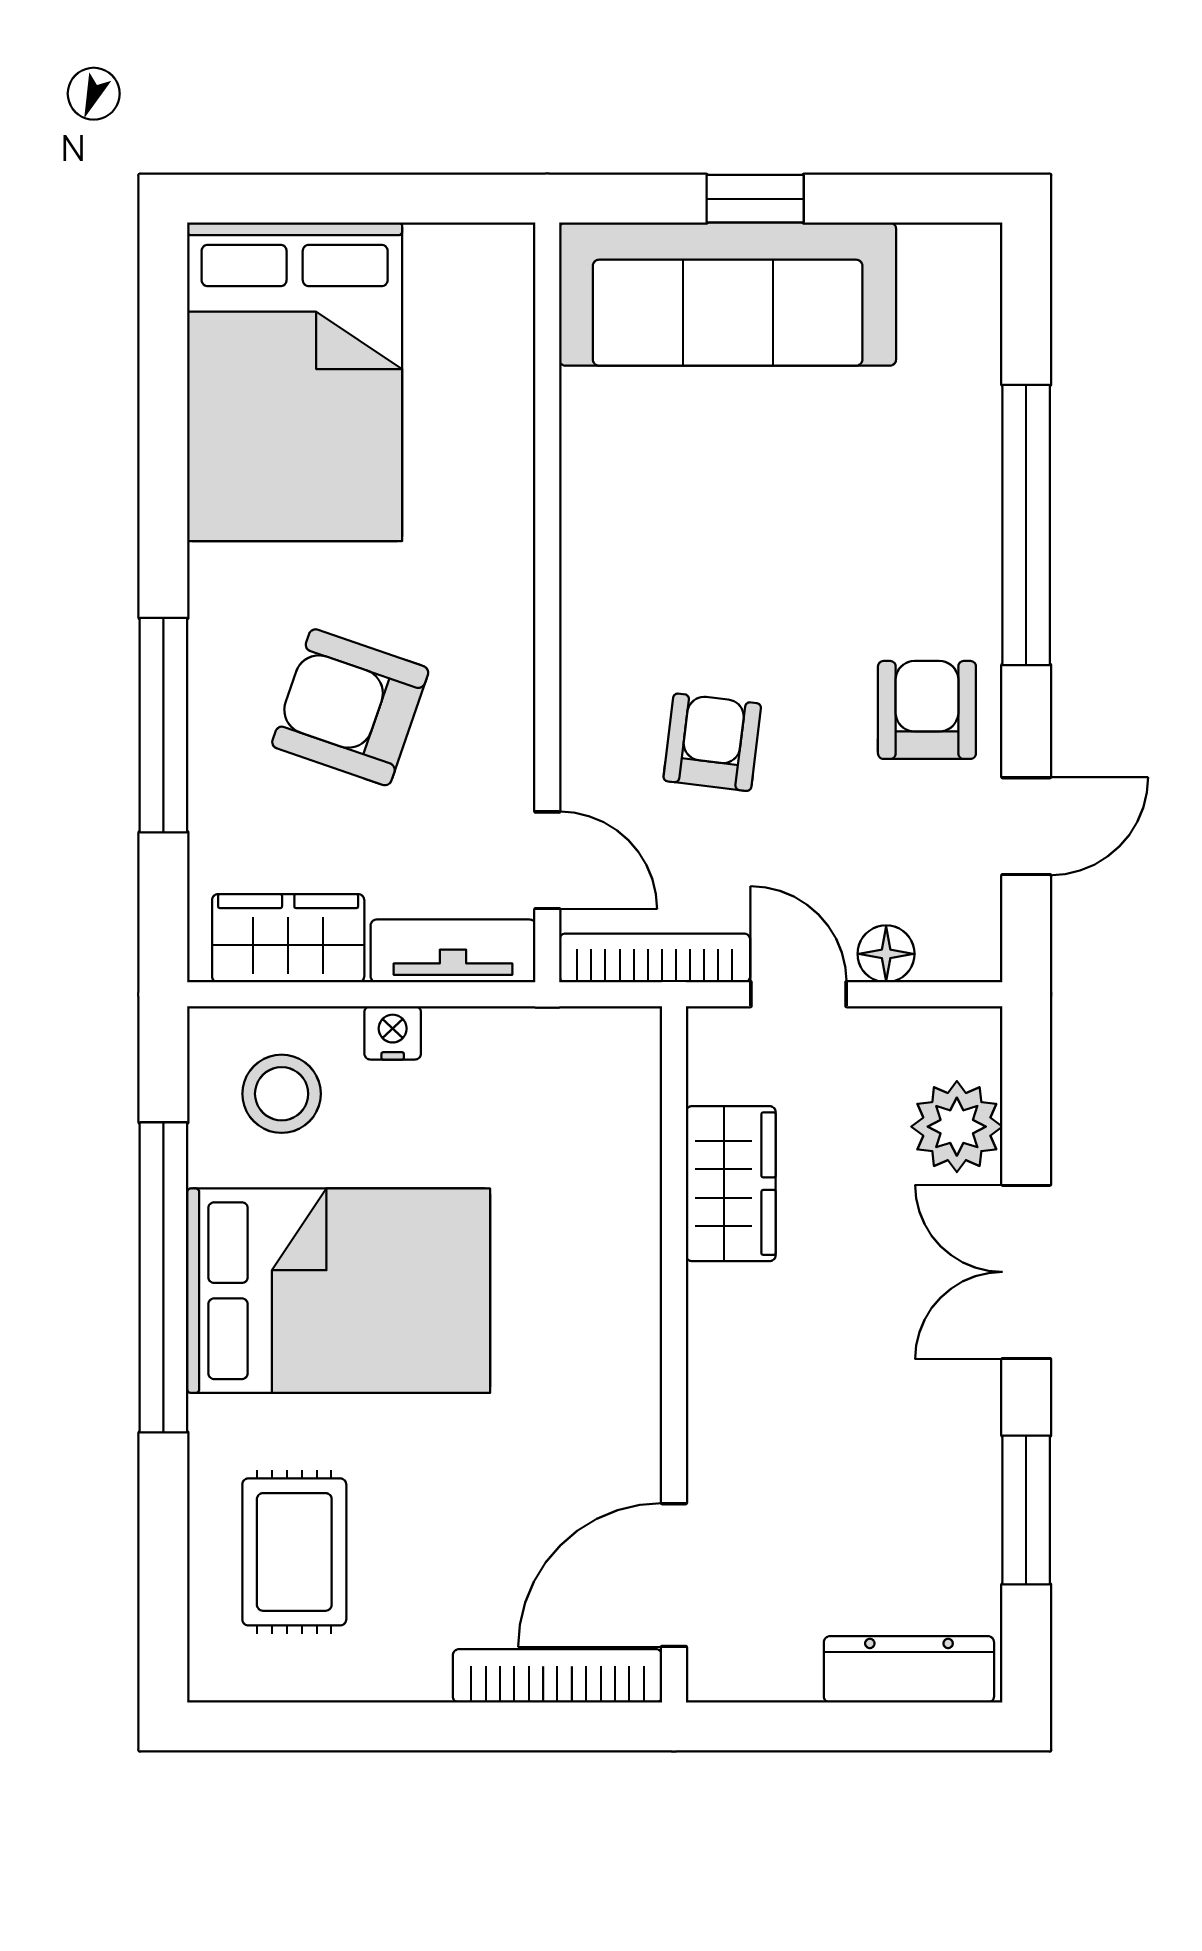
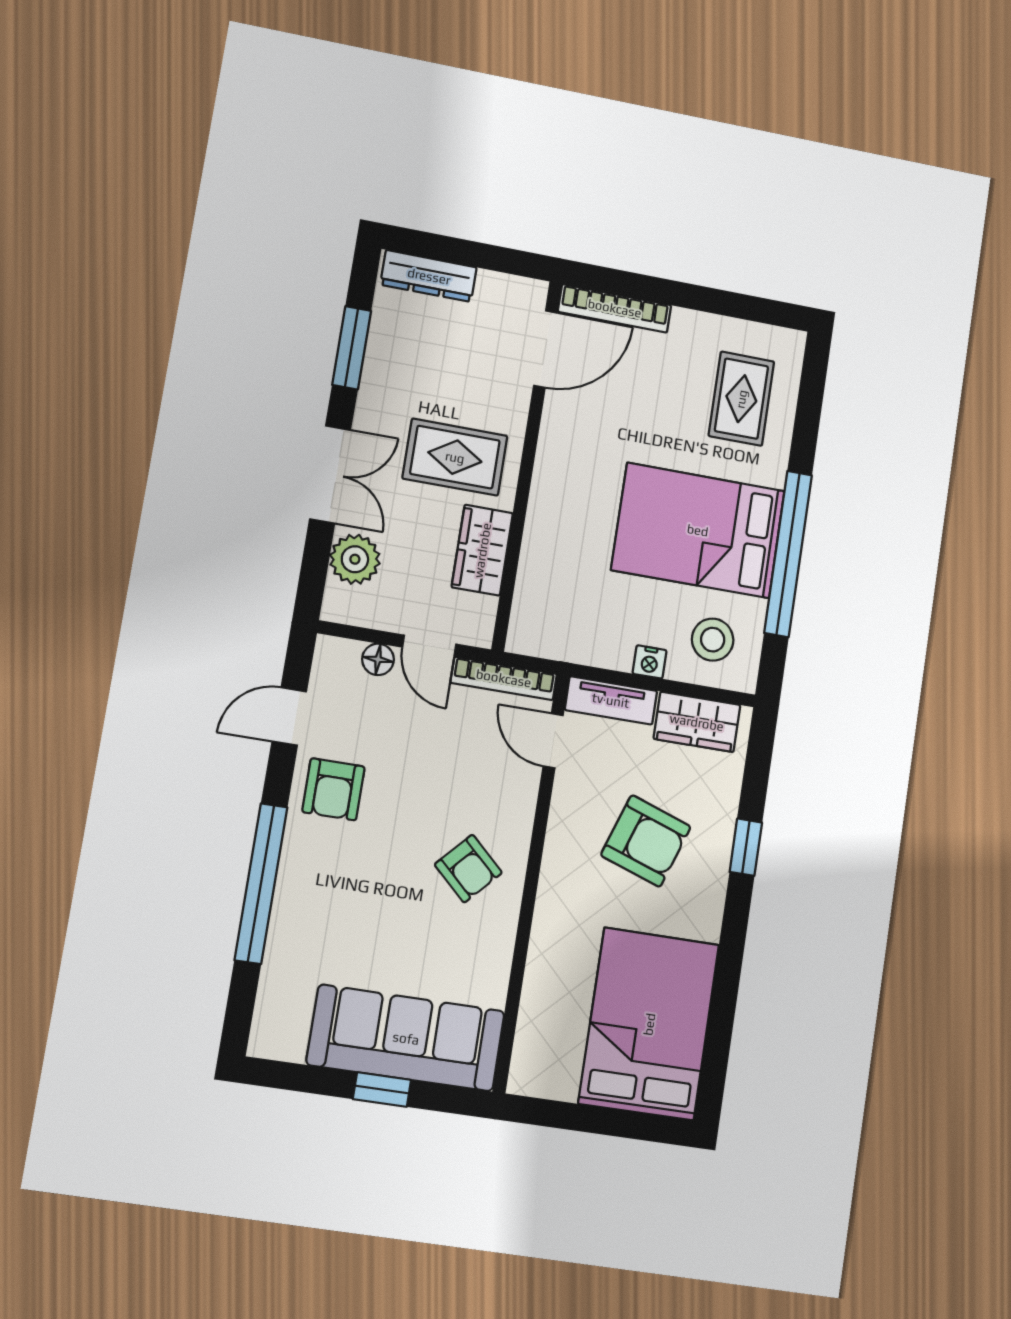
window: (163, 725) -> (746, 847), width x0.46
armchair: (712, 742) -> (468, 869), moved, turned -54
rug: (807, 1345) -> (455, 457), added

